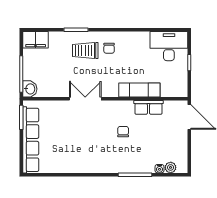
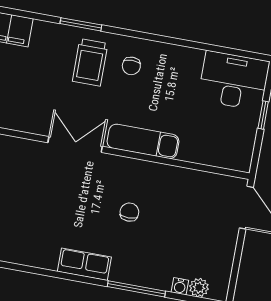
trolley: (85, 50) -> (90, 62), turned -90
exam couch: (139, 90) -> (143, 141), moved
row of seats: (148, 107) -> (84, 264), moved, turned 180

